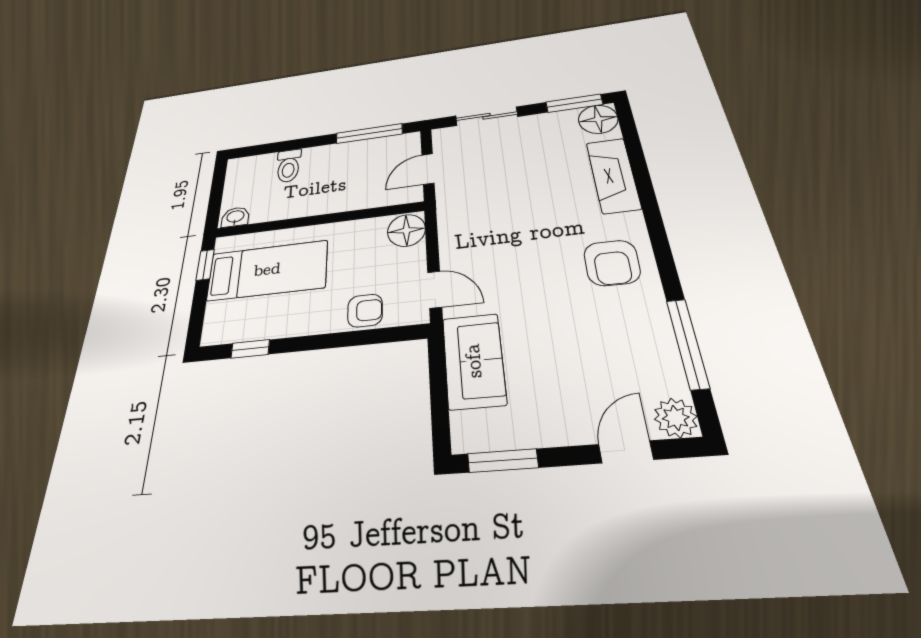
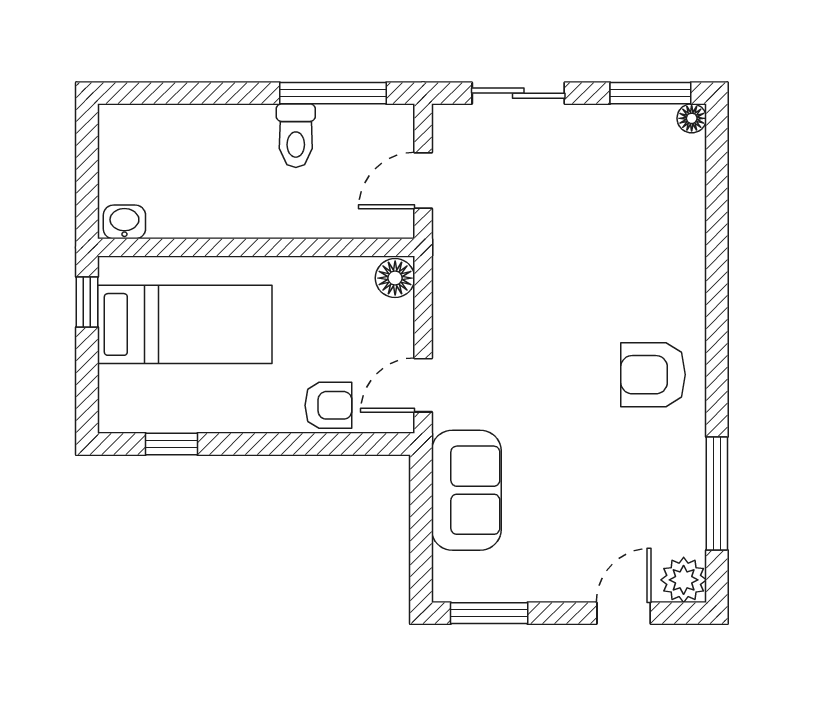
floor lamp: (598, 119) -> (692, 118), width x0.53, depth x0.53
toilet: (288, 166) -> (296, 136), moved
fireplace: (613, 175) -> (681, 236), removed
floor lamp: (406, 230) -> (395, 278), width x0.73, depth x0.73
armchair: (612, 263) -> (653, 375), turned 89
door: (435, 290) -> (423, 385), swing flipped

